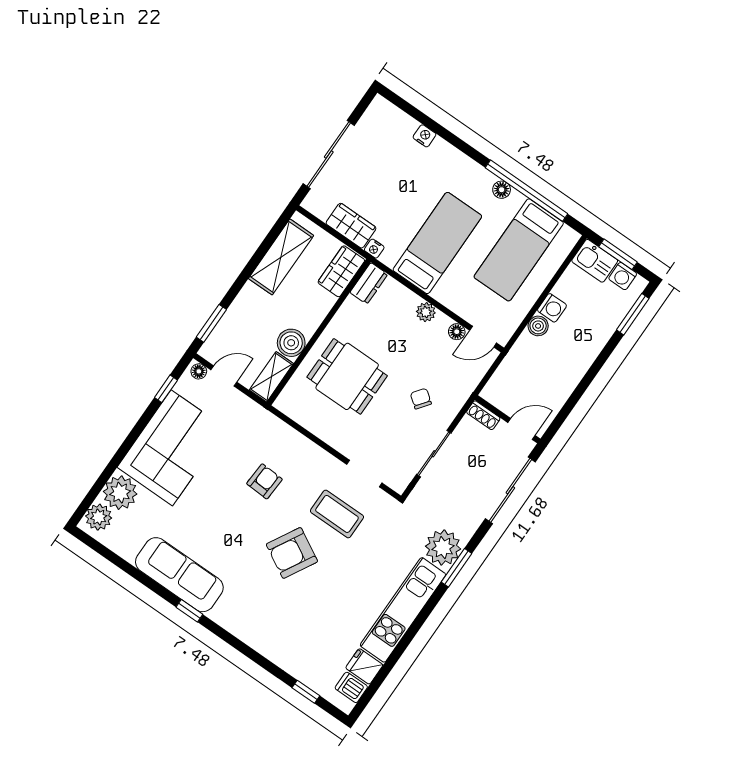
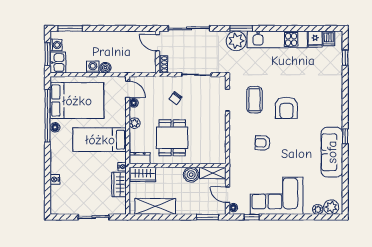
sliding door: (329, 154) -> (94, 217), width x0.73
bed: (519, 250) -> (77, 101), width x1.50
dining table: (347, 376) -> (172, 138), moved
plant: (120, 493) -> (318, 209), width x0.53, depth x0.53
armchair: (292, 553) -> (286, 108), turned 61

